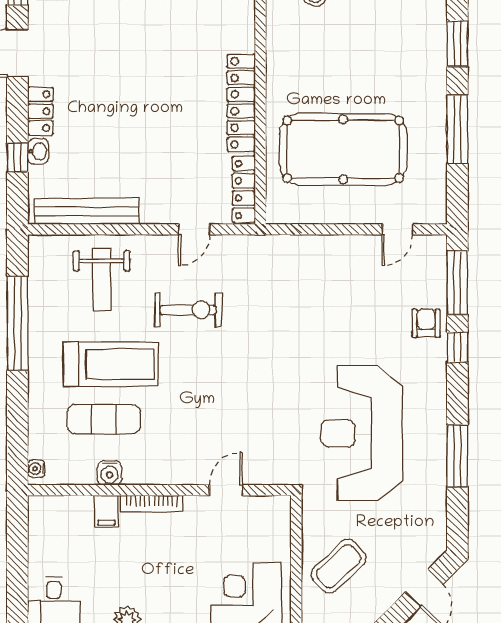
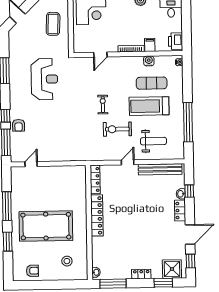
pool table: (343, 149) -> (46, 226), moved
door: (194, 229) -> (128, 162), moved
weight bench: (102, 279) -> (153, 141), turned 90
exercise bike: (222, 370) -> (103, 105), added
reception desk: (362, 433) -> (44, 79), width x0.74, depth x0.77
printer: (44, 519) -> (176, 41), added
coffee table: (339, 566) -> (53, 24), turned -45

